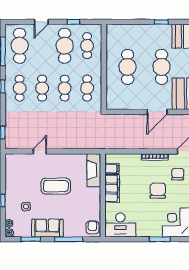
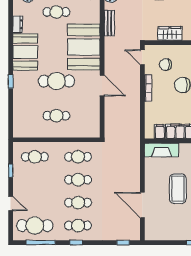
cafe table: (65, 46) -> (35, 180), removed
cafe table: (128, 67) -> (56, 116), width x0.73, depth x0.74
door: (40, 151) -> (142, 205), width x1.87

